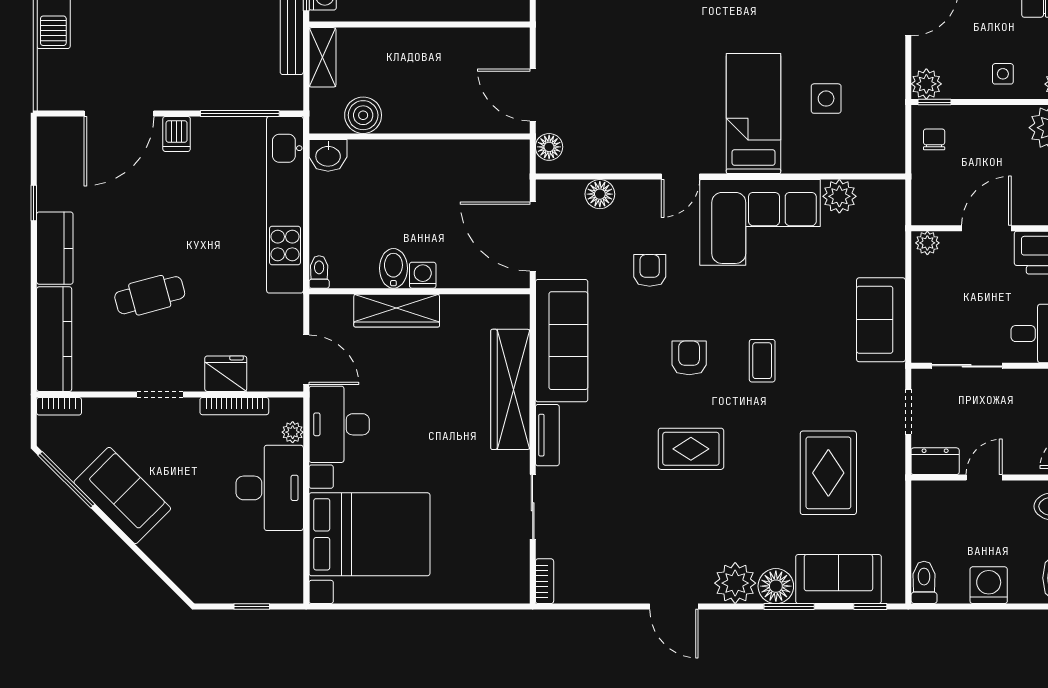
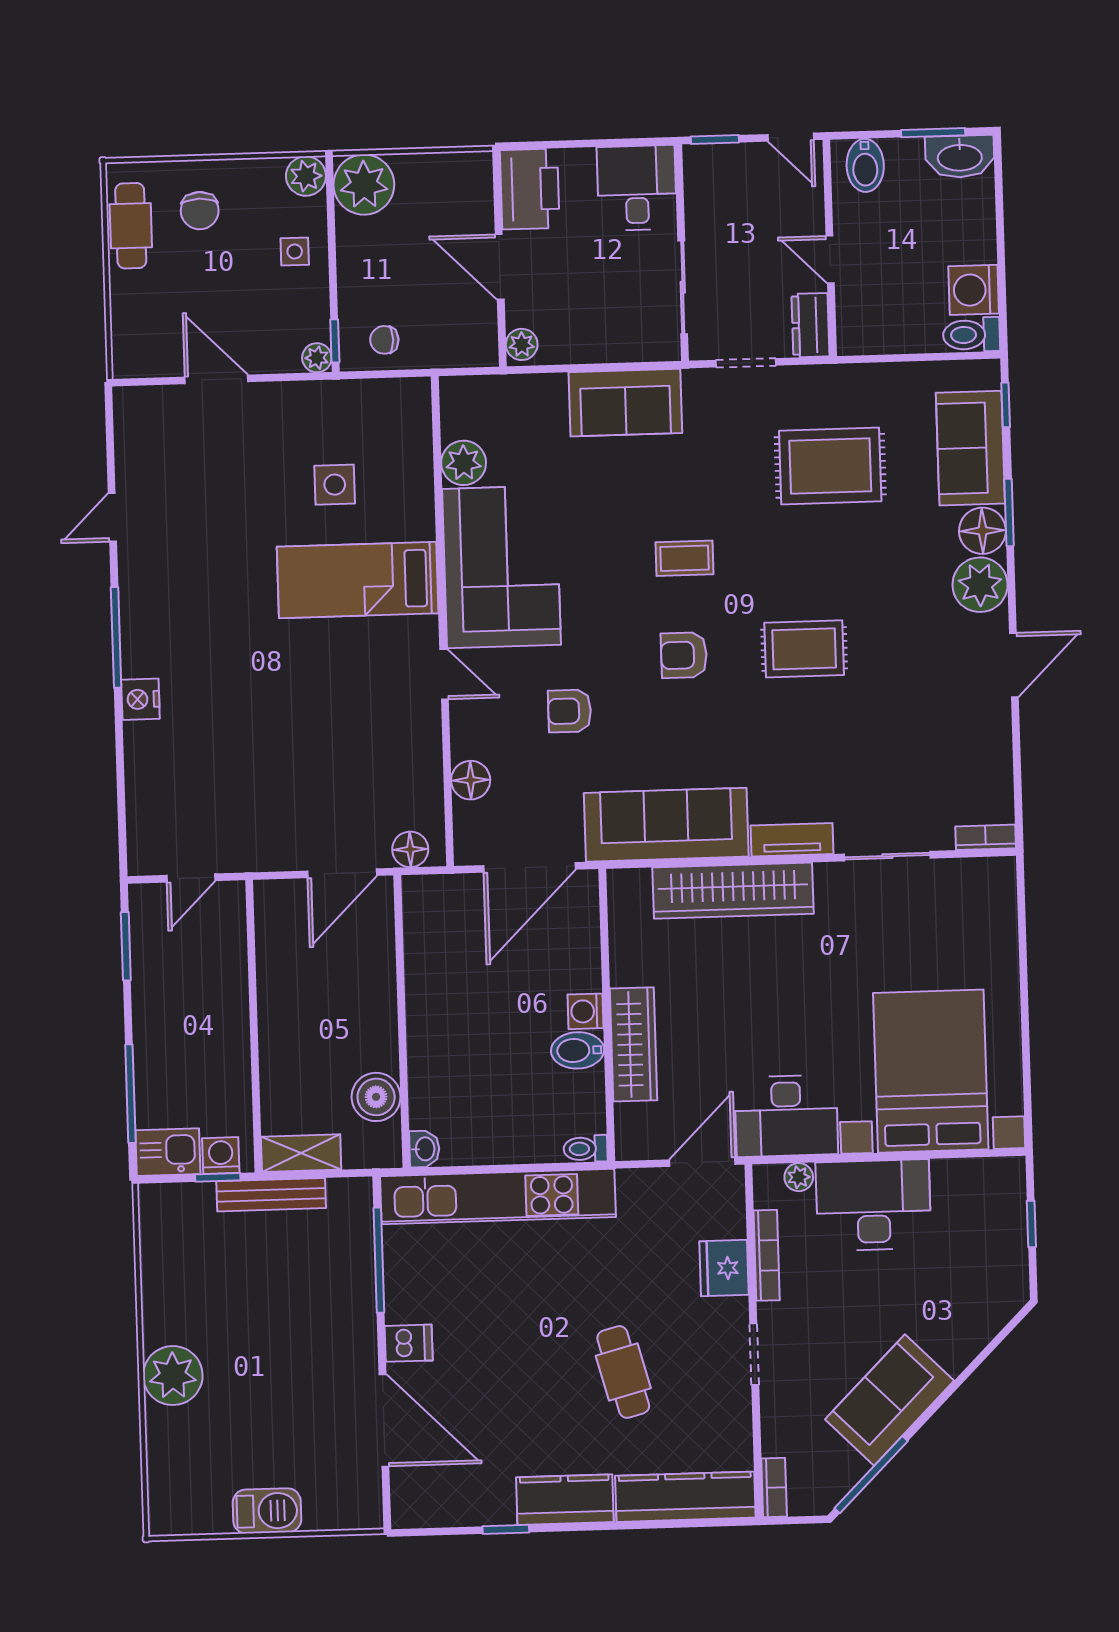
plant: (926, 84) -> (317, 358), width x0.73, depth x0.73
washbasin: (328, 155) -> (424, 1149), width x0.72, depth x0.69
rug: (691, 449) -> (804, 649), turned 90
washing machine: (989, 585) -> (974, 290), moved

